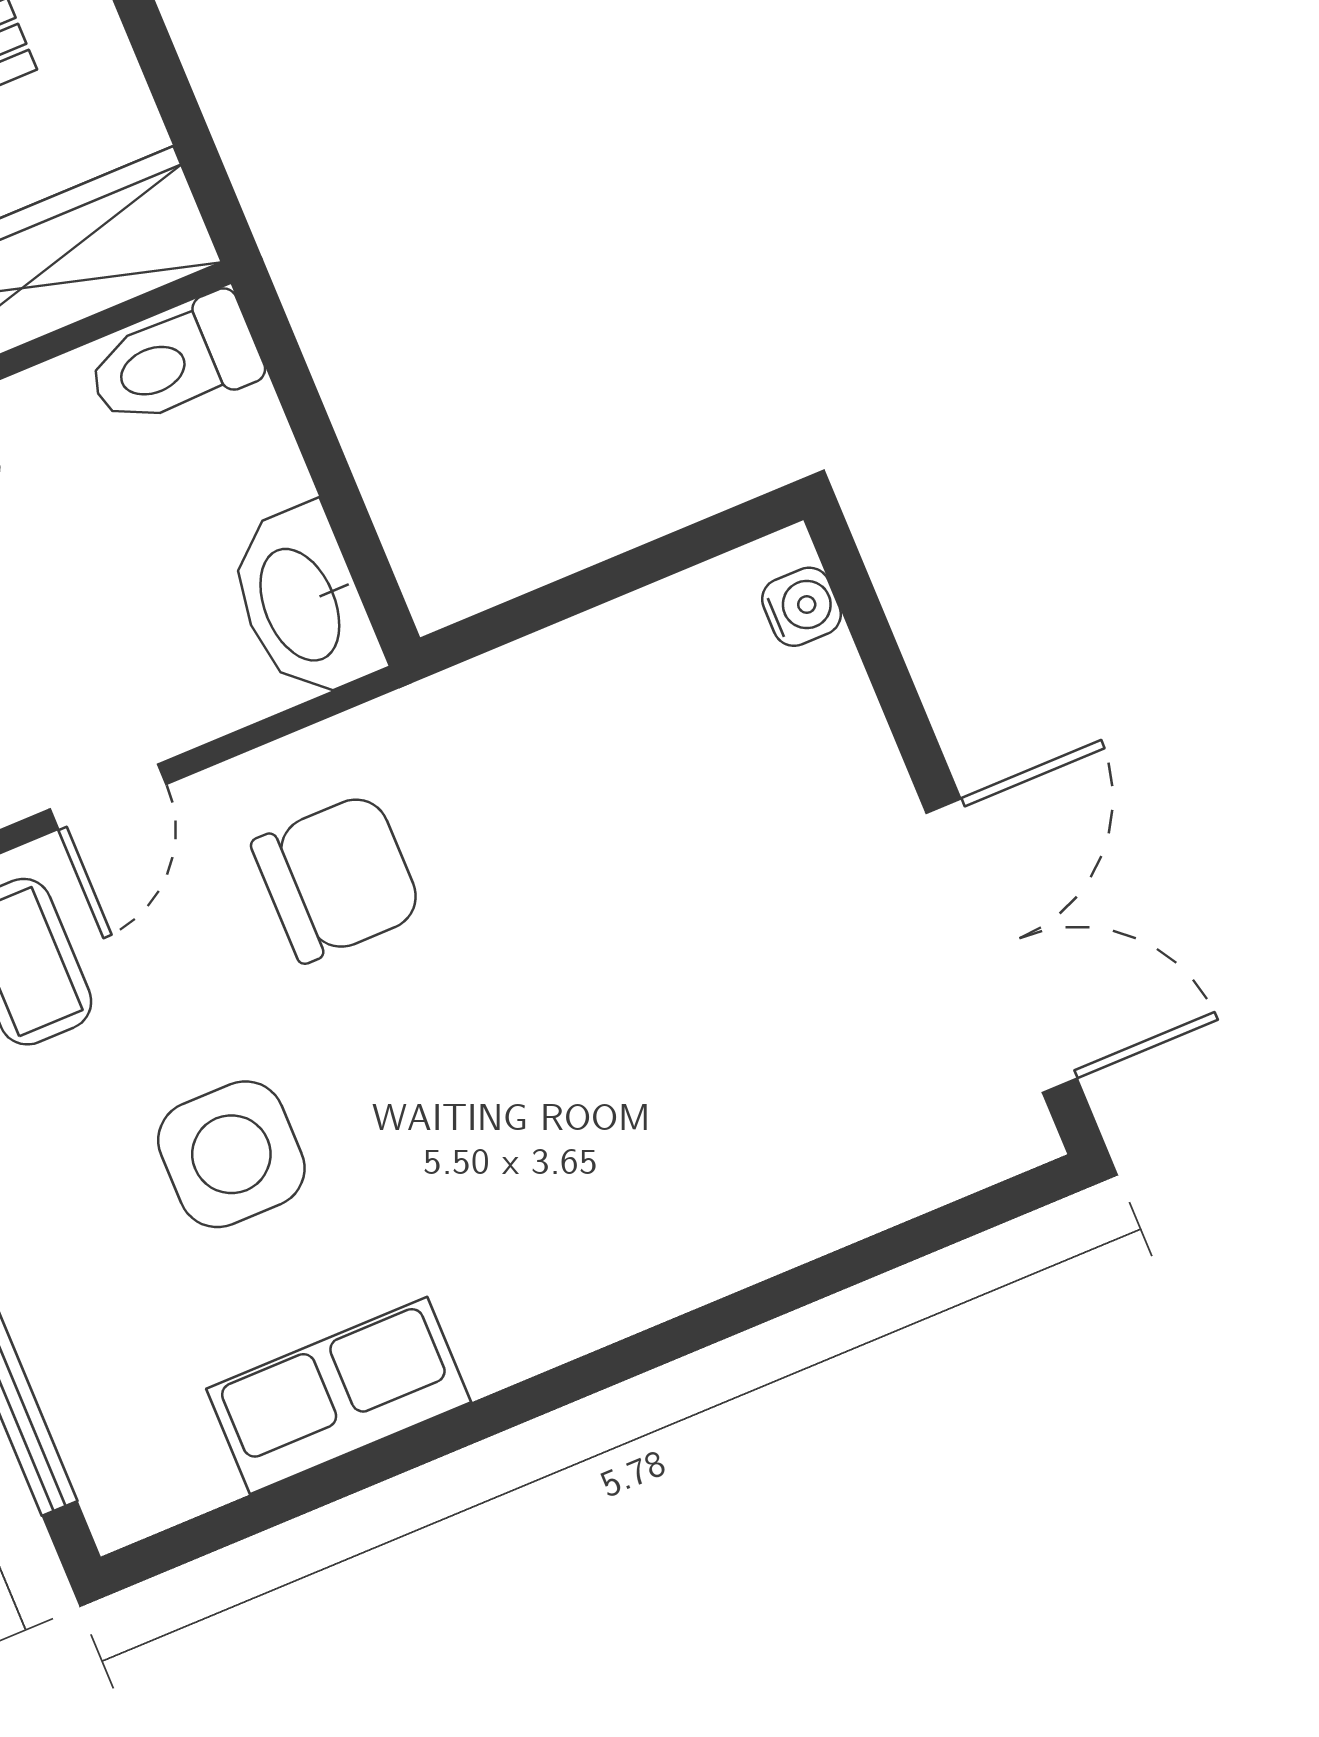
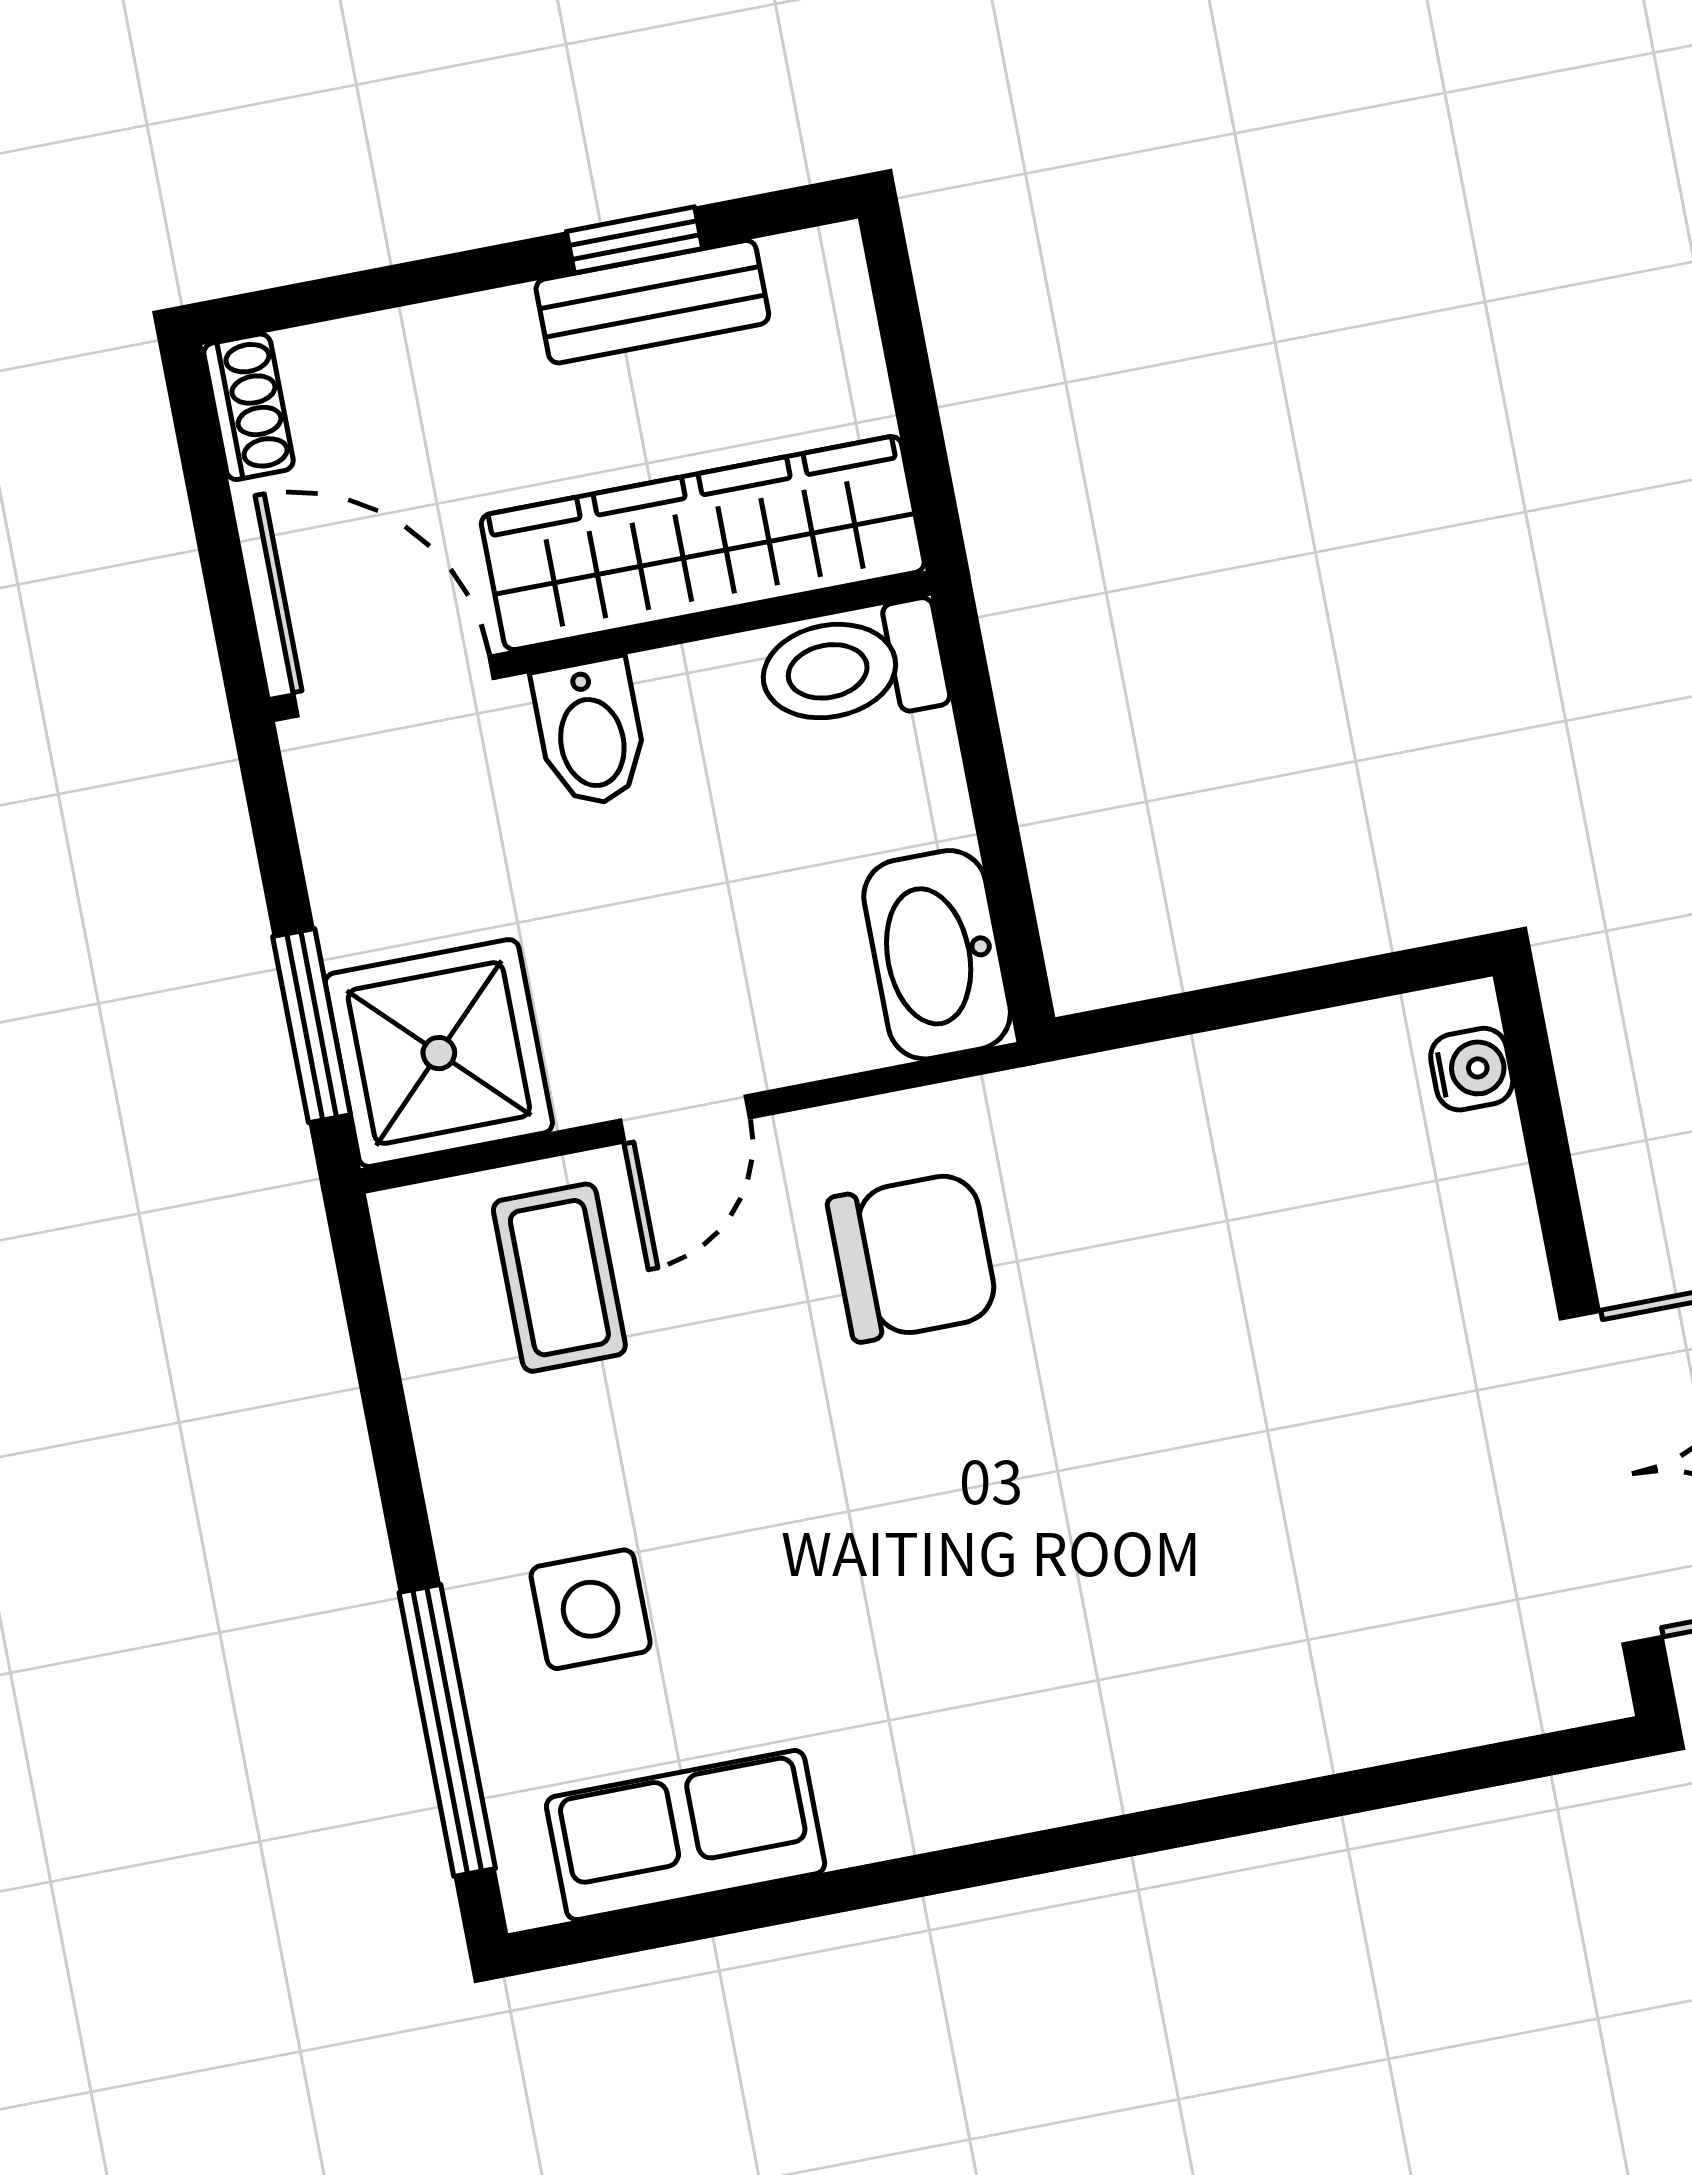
side table: (231, 1154) -> (591, 1609), moved, width x0.73, depth x0.73
row of seats: (339, 1396) -> (686, 1835), moved

